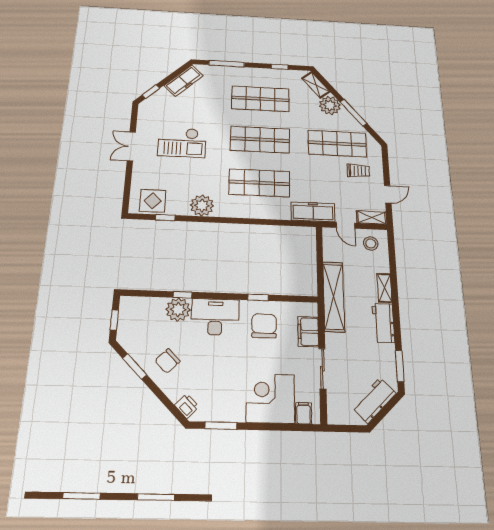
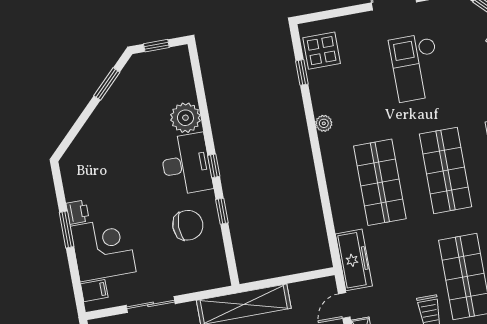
plant: (202, 206) -> (324, 123), width x0.53, depth x0.53
window: (182, 295) -> (214, 166), moved
filing cabinet: (308, 332) -> (192, 280), removed
chair: (168, 361) -> (121, 120), removed
printer: (187, 406) -> (78, 212), moved, turned -45
window: (221, 426) -> (67, 230), moved

